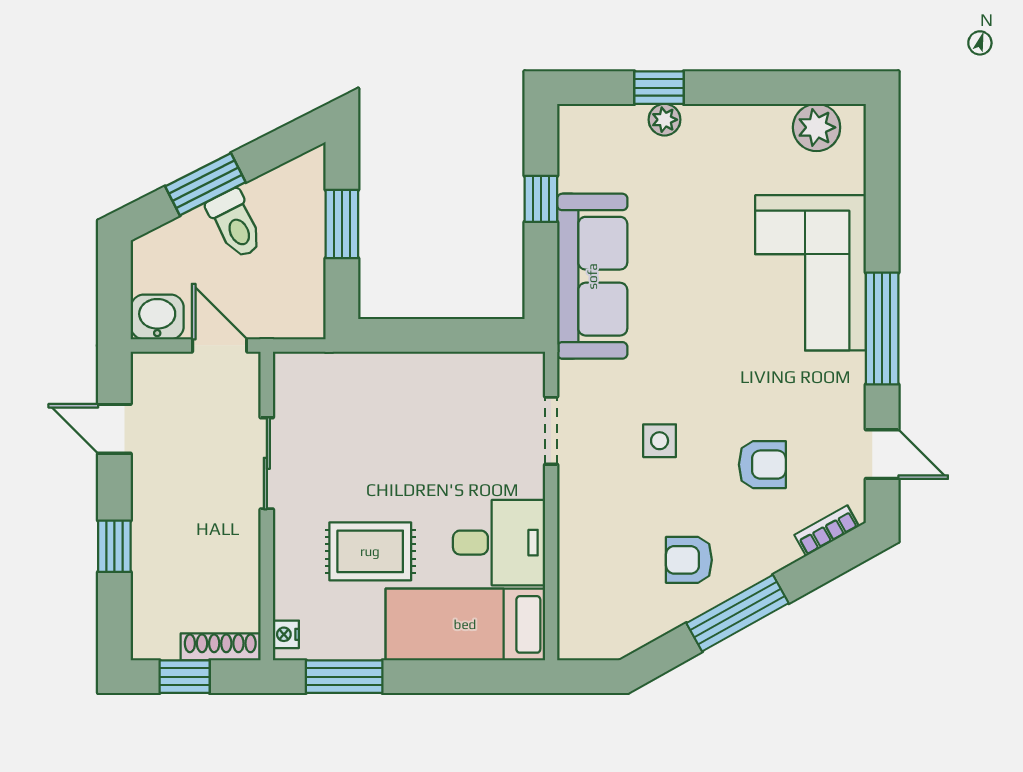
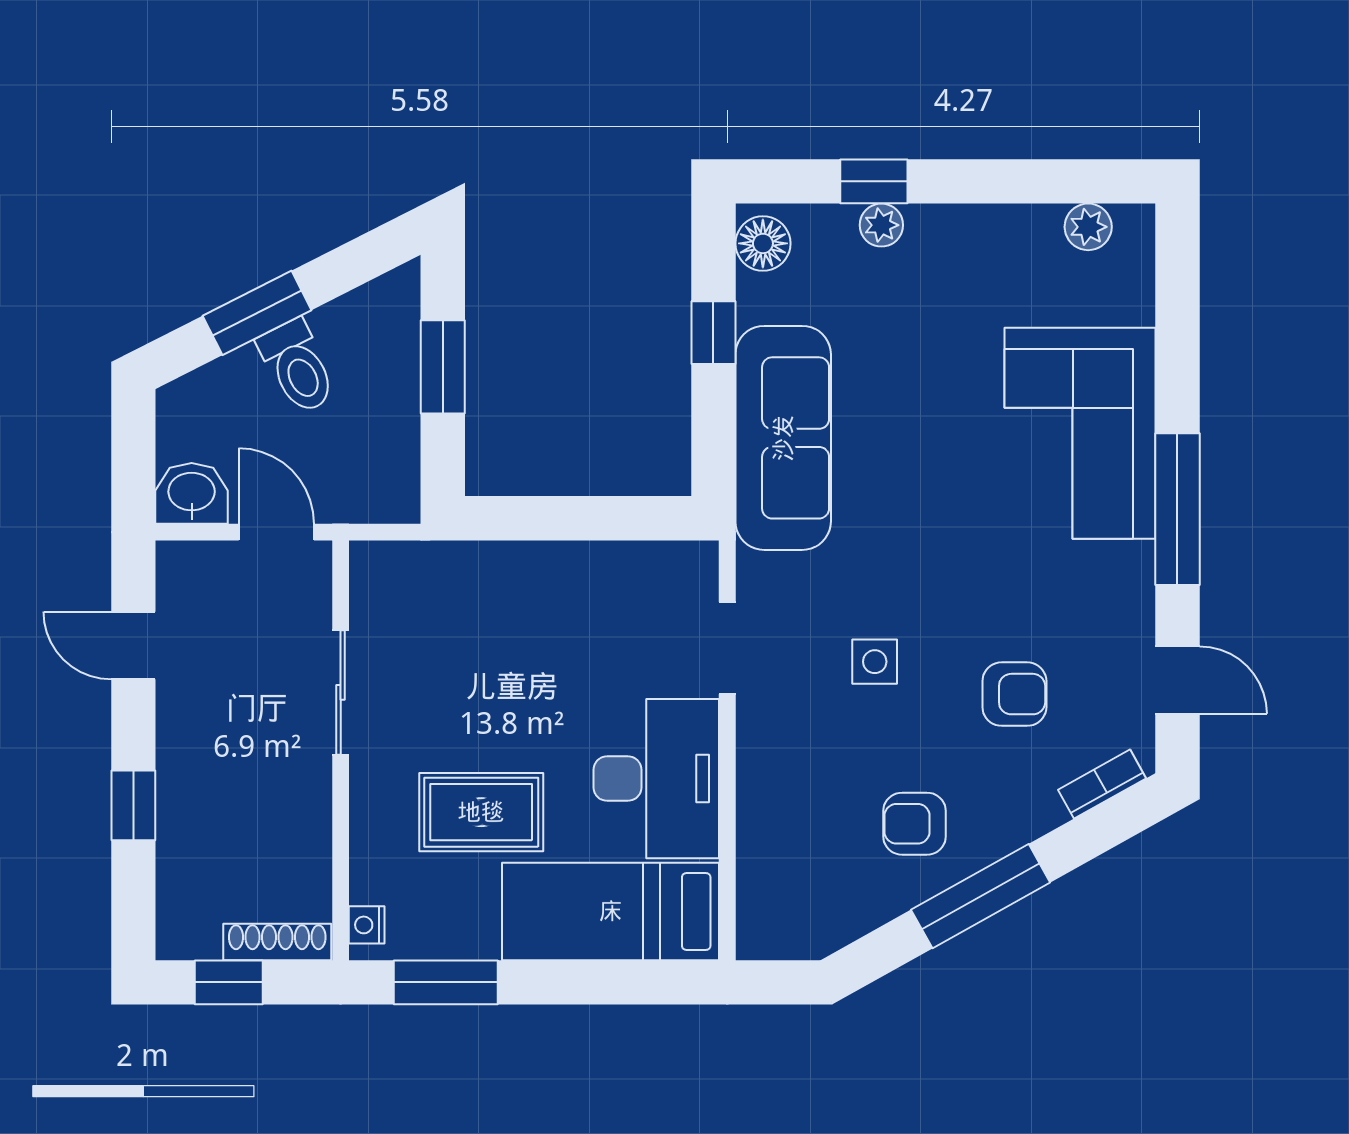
plant: (817, 127) -> (1088, 227), width x0.73, depth x0.73
floor lamp: (577, 133) -> (763, 243), added
desk: (499, 543) -> (656, 779), width x1.37

